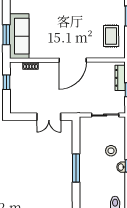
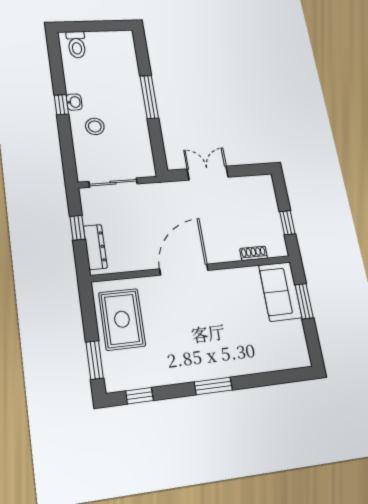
sofa: (19, 36) -> (280, 291), width x0.73
rug: (111, 36) -> (122, 319), width x1.36, depth x1.43

